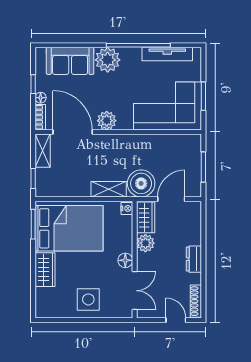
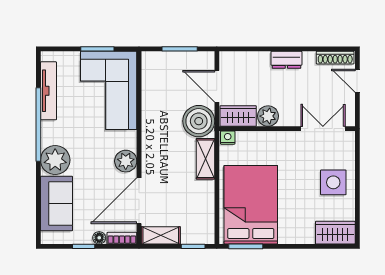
floor lamp: (125, 260) -> (288, 139), removed
wardrobe: (45, 270) -> (335, 233), moved
door: (176, 320) -> (357, 81), hinge flipped

